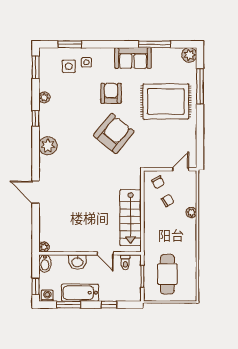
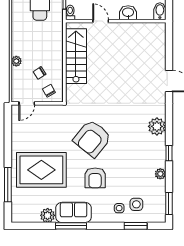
window: (155, 44) -> (71, 226), moved
plant: (189, 55) -> (48, 215), moved
plant: (44, 247) -> (161, 27), removed
toilet: (125, 262) -> (70, 12), moved

